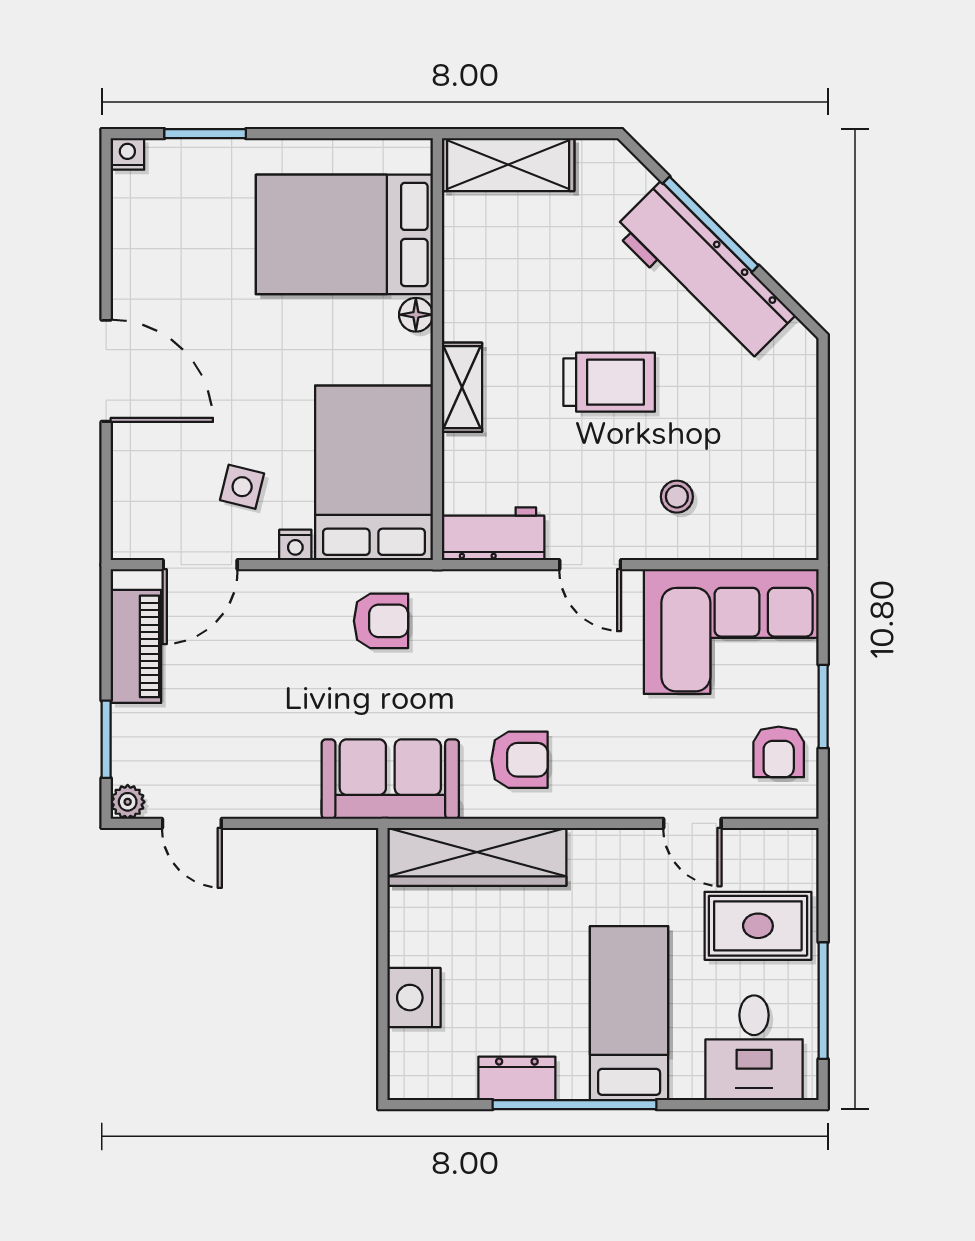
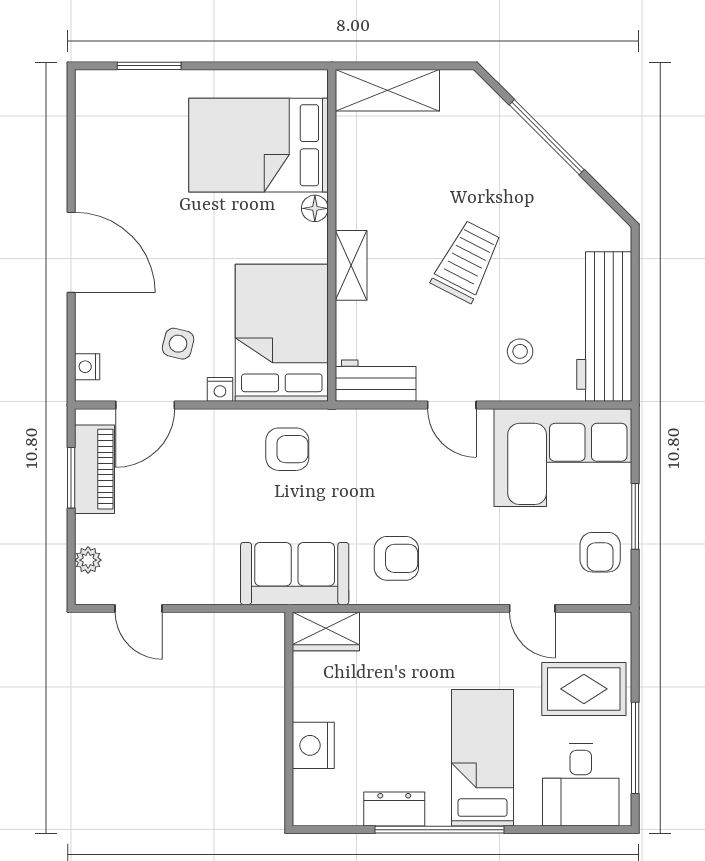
nightstand: (127, 154) -> (87, 367), moved, turned -90
workbench: (704, 273) -> (604, 326), moved, turned 45
trolley: (609, 382) -> (467, 261), turned -63
window: (106, 739) -> (71, 478), moved
plant: (128, 802) -> (88, 560), moved
wardrobe: (477, 857) -> (326, 631), width x0.48, depth x0.85

